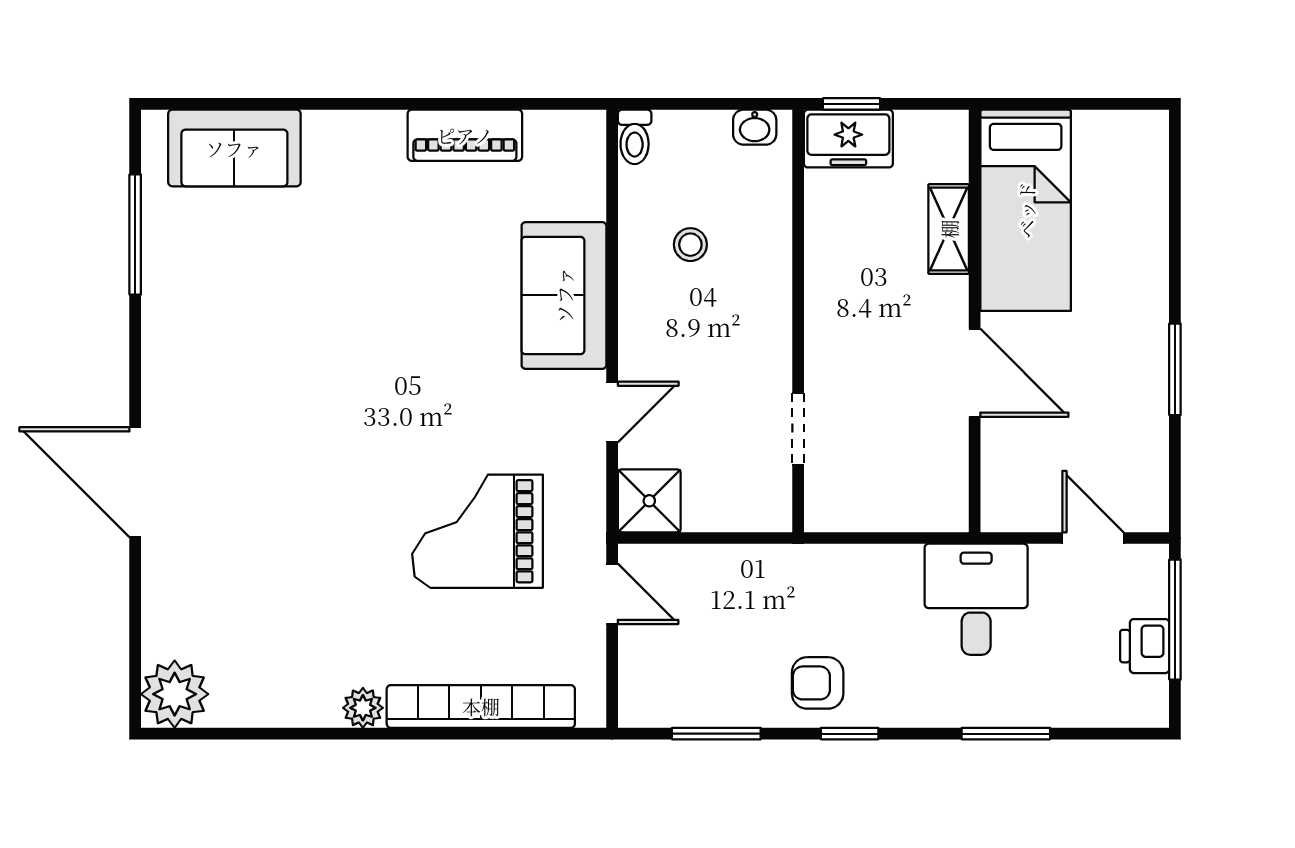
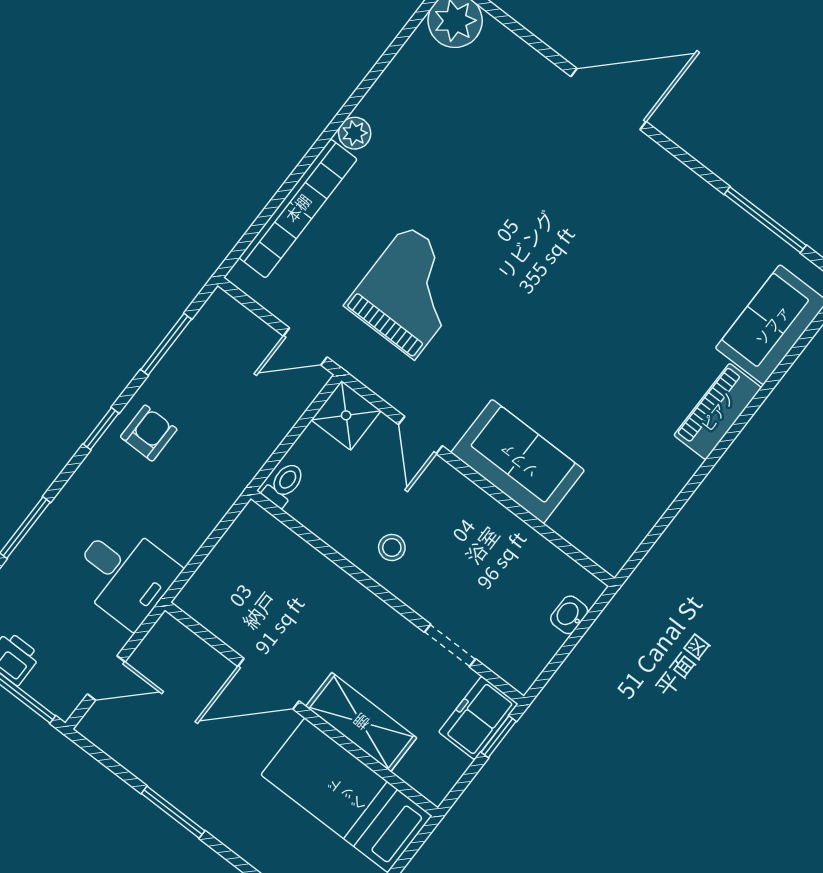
washbasin: (755, 127) -> (569, 615), moved
piano: (465, 135) -> (718, 411), moved
toilet: (635, 137) -> (284, 484), moved, turned 90
shelving: (949, 229) -> (361, 722), width x1.50, depth x1.33
stool: (690, 245) -> (392, 548), moved
doorway: (798, 429) -> (450, 646), moved

